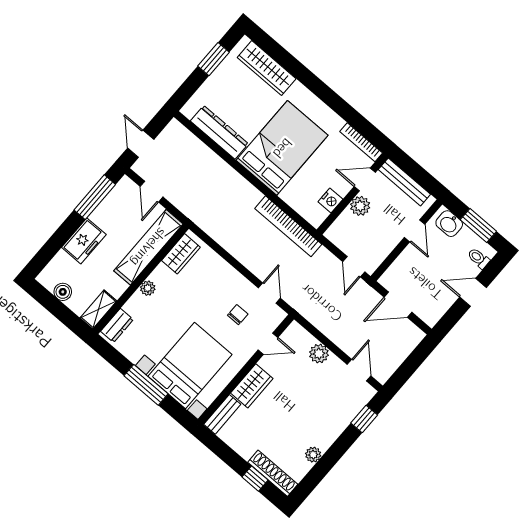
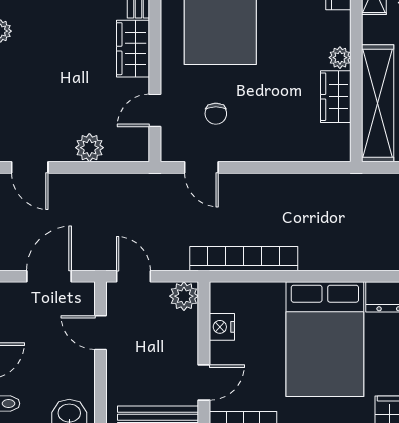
plant: (360, 206) -> (184, 296), moved
door: (415, 231) -> (100, 333), moved
wardrobe: (181, 254) -> (336, 97), moved

